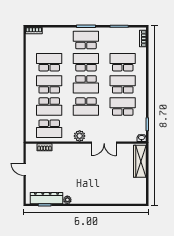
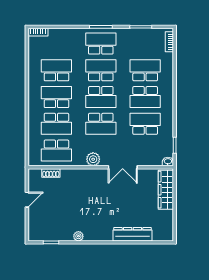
school desk: (123, 84) -> (145, 97), turned 180
door: (25, 169) -> (27, 200), swing flipped
dresser: (46, 198) -> (132, 234), moved

